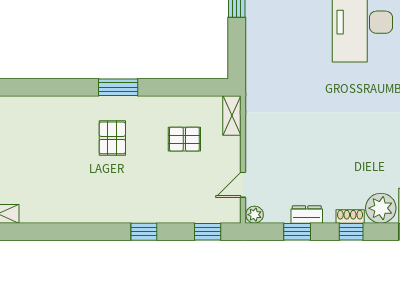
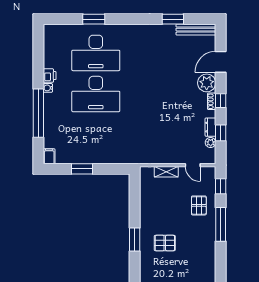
shelving: (232, 115) -> (166, 172), moved
pallet: (184, 139) -> (199, 205), moved
plant: (255, 215) -> (211, 143), moved
window: (144, 232) -> (221, 224), width x2.17

